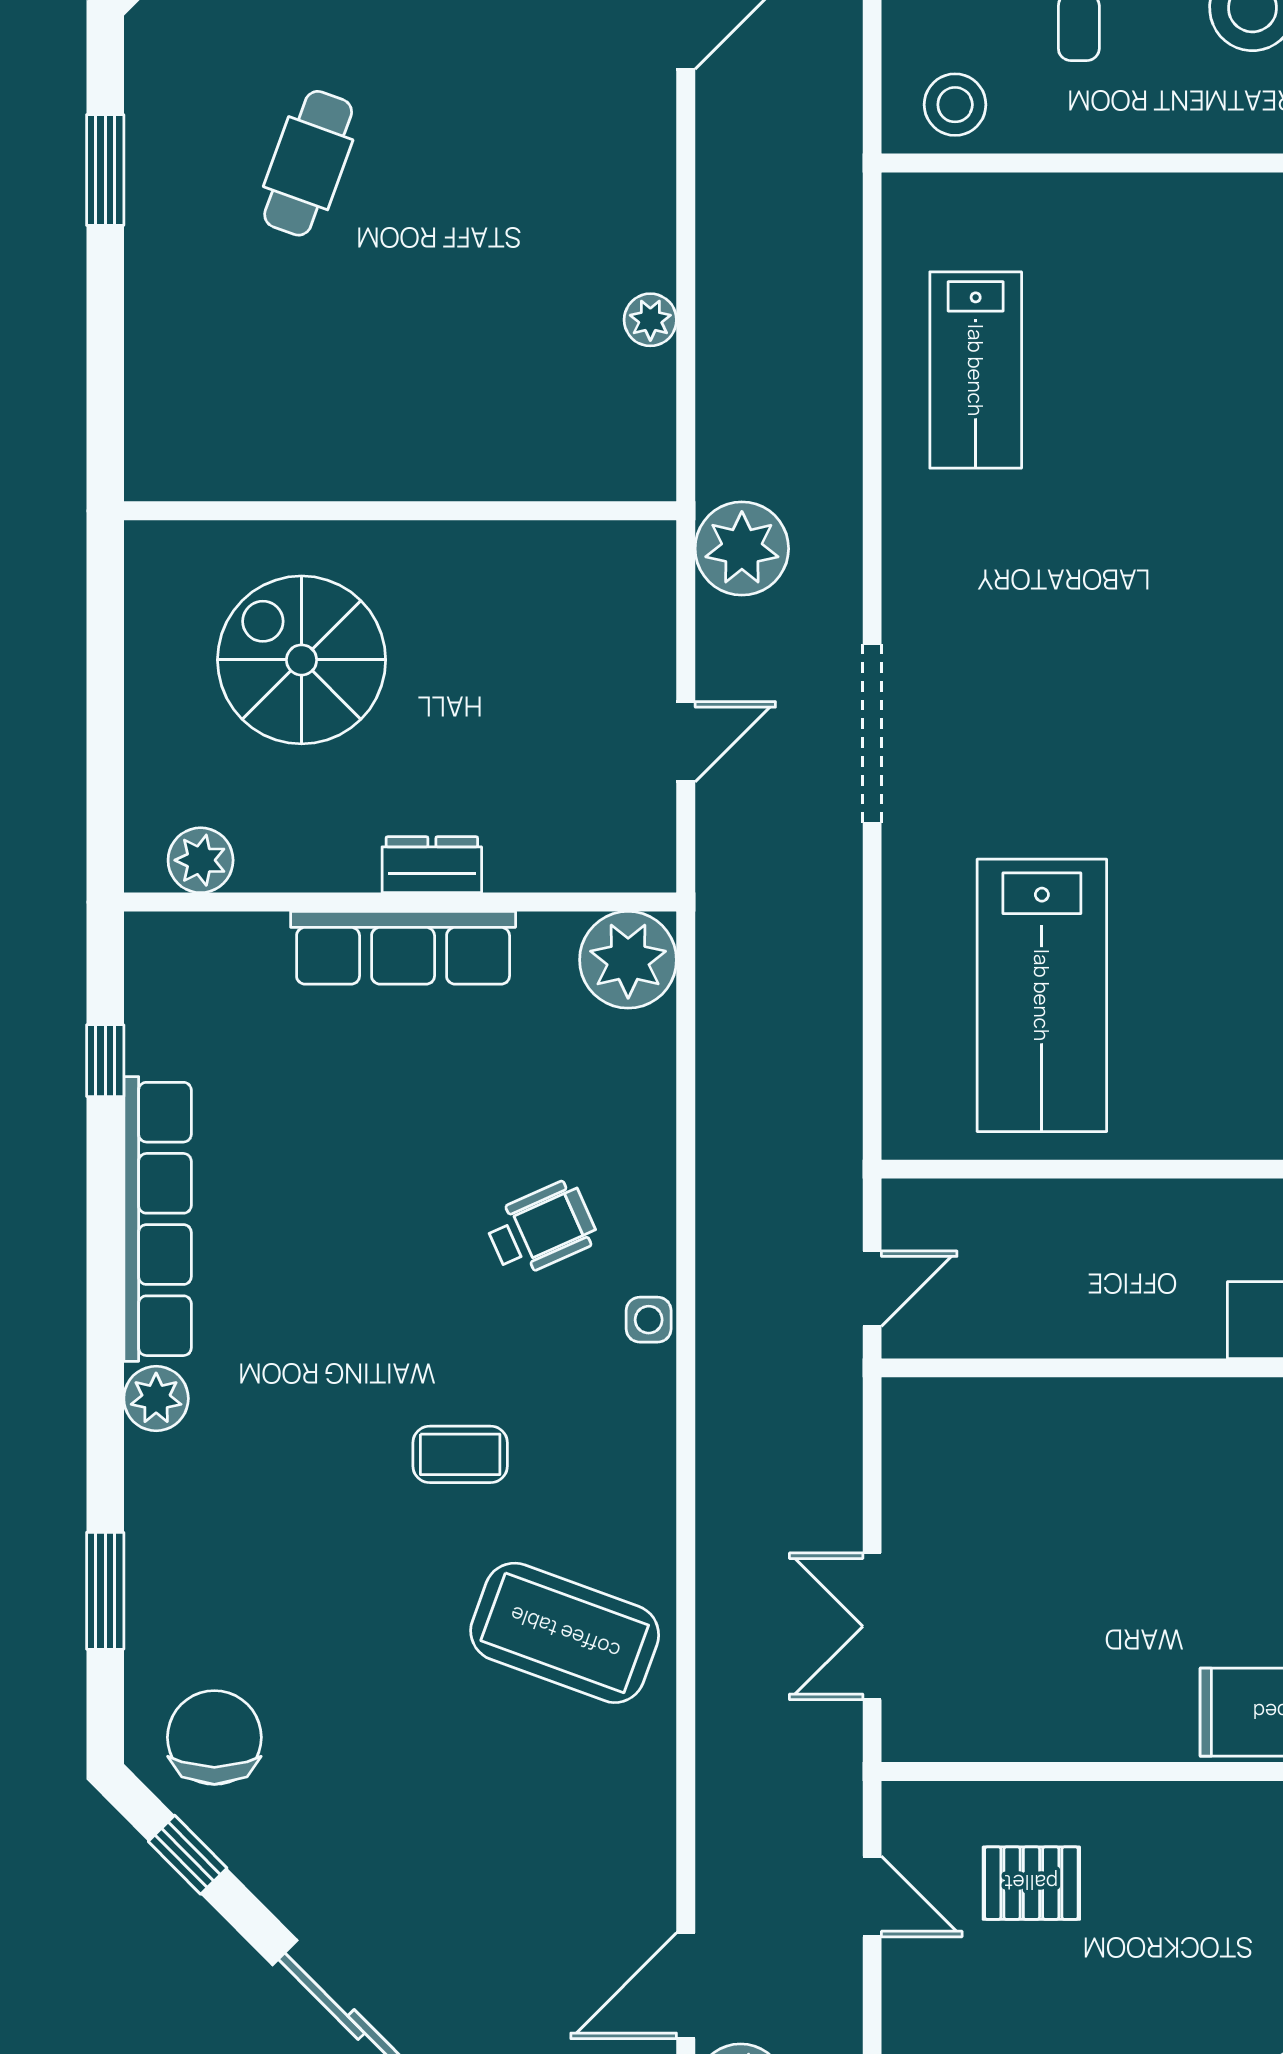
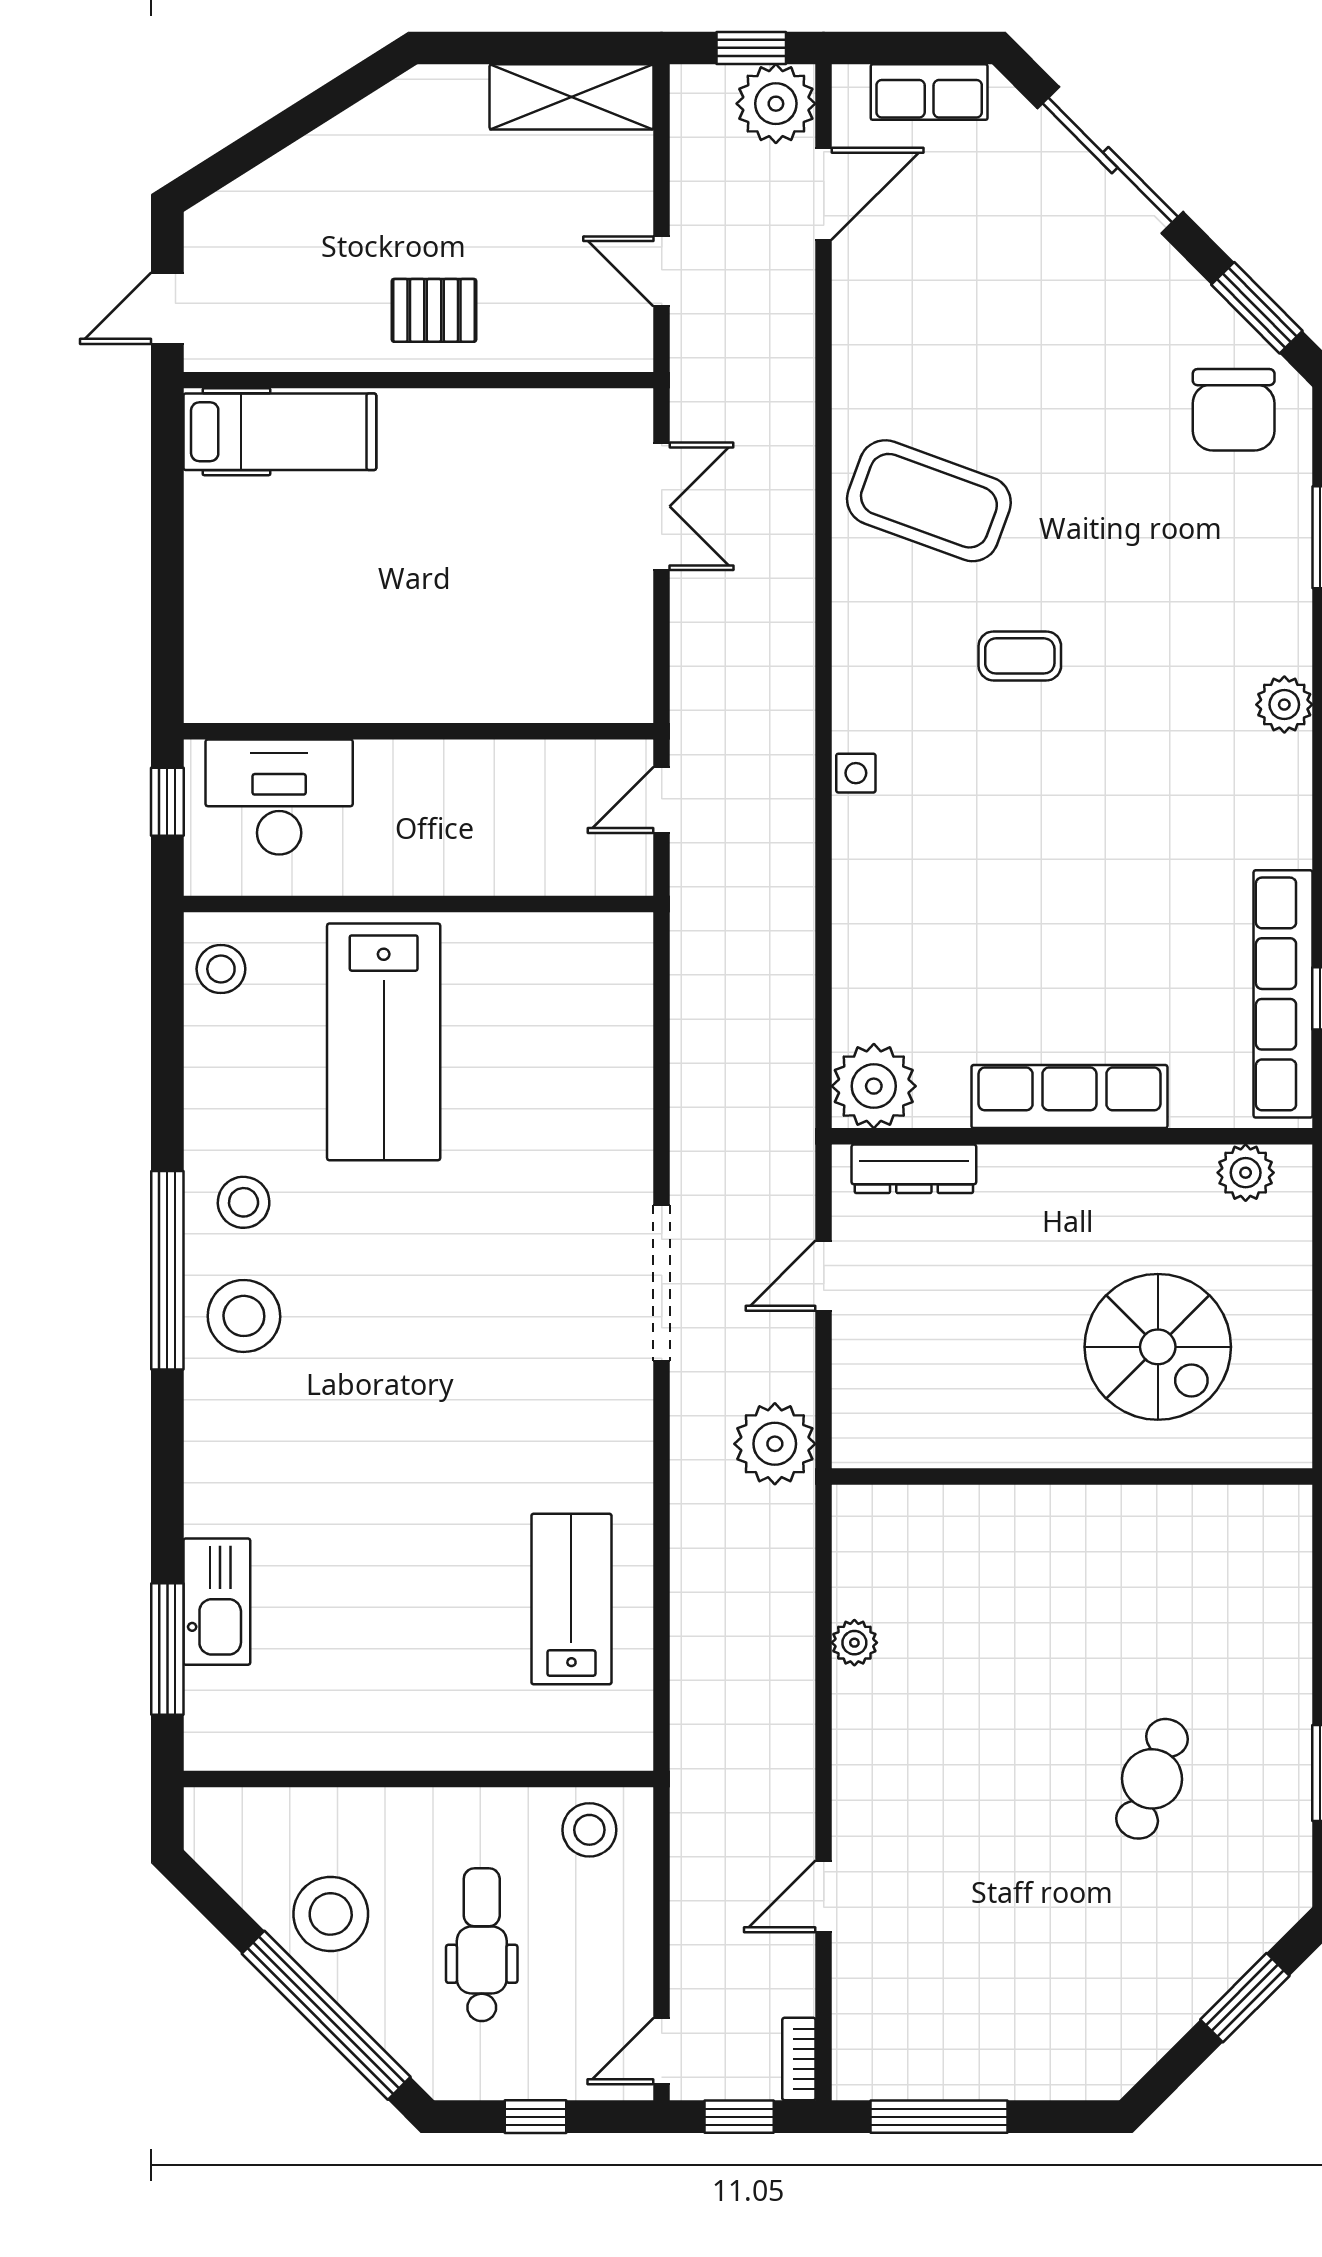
dresser: (432, 865) -> (914, 1169), moved, width x1.44
lab bench: (1042, 995) -> (384, 1042), moved, turned 180
row of seats: (158, 1219) -> (1283, 994), moved
wheelchair: (541, 1229) -> (949, 852), removed
window: (188, 1855) -> (1257, 308), width x1.50
pallet: (1031, 1883) -> (434, 310), moved

